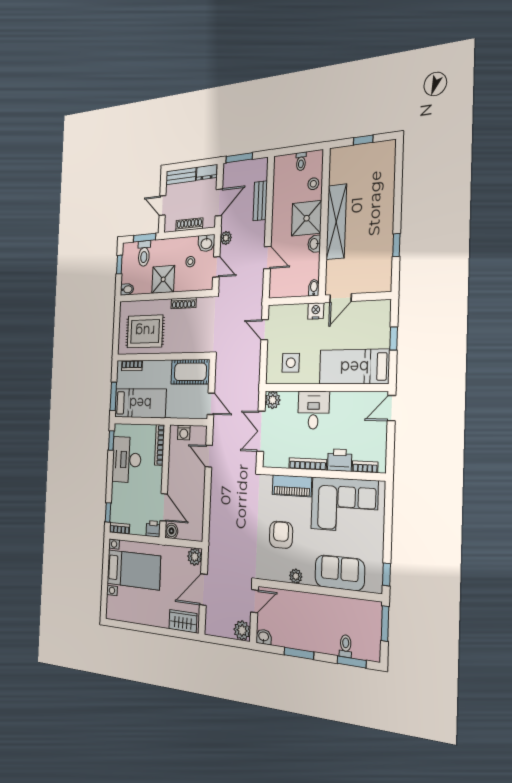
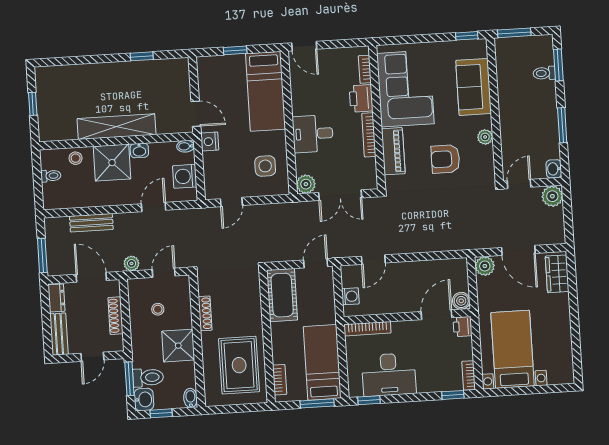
washbasin: (206, 243) -> (144, 399), moved
washing machine: (289, 287) -> (185, 176), added
door: (255, 601) -> (519, 184), hinge flipped

